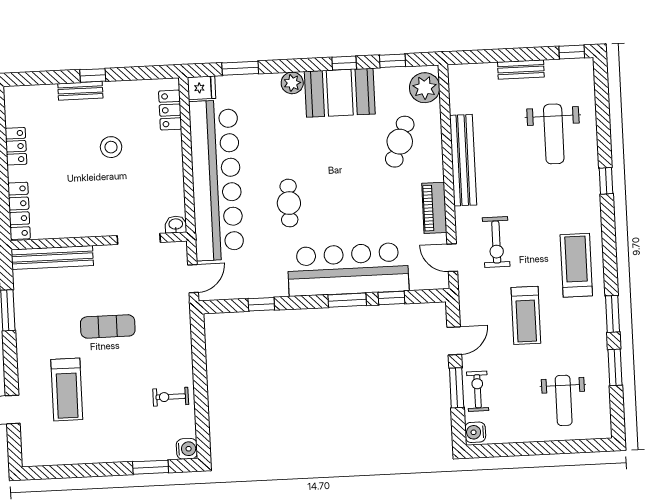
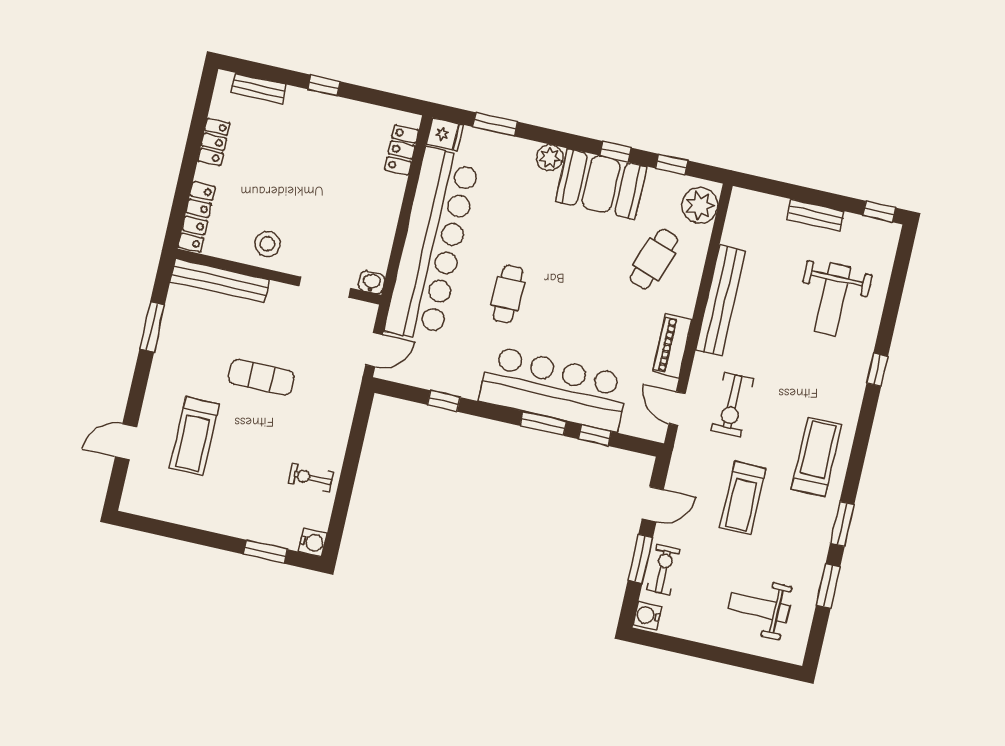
bench: (80, 91) -> (259, 88), moved
stool: (111, 147) -> (267, 244), moved
weight bench: (564, 400) -> (759, 607), turned 90

